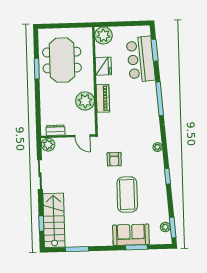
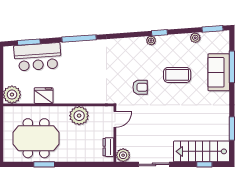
piano: (103, 98) -> (77, 97), removed
plant: (158, 147) -> (151, 41), moved
coffee table: (127, 195) -> (177, 75), width x0.73, depth x0.76
plant: (165, 227) -> (195, 38), moved
window: (137, 247) -> (232, 67), width x1.44

